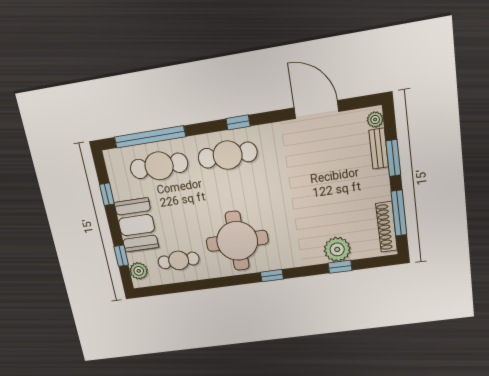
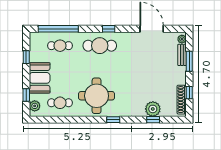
cafe table: (159, 166) -> (60, 46), width x0.73, depth x0.74
window: (399, 213) -> (189, 93), width x0.46

